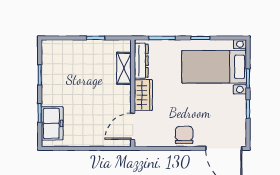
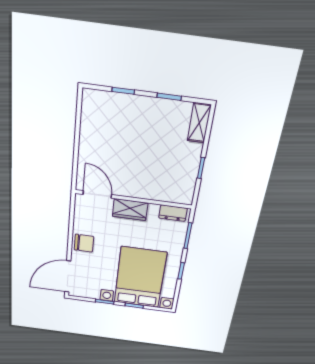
dresser: (141, 61) -> (173, 213), width x0.70
bed with nightstands: (214, 67) -> (140, 278), width x1.36
shelving: (124, 68) -> (199, 123), moved, turned 90
freezer: (52, 123) -> (109, 105), removed

